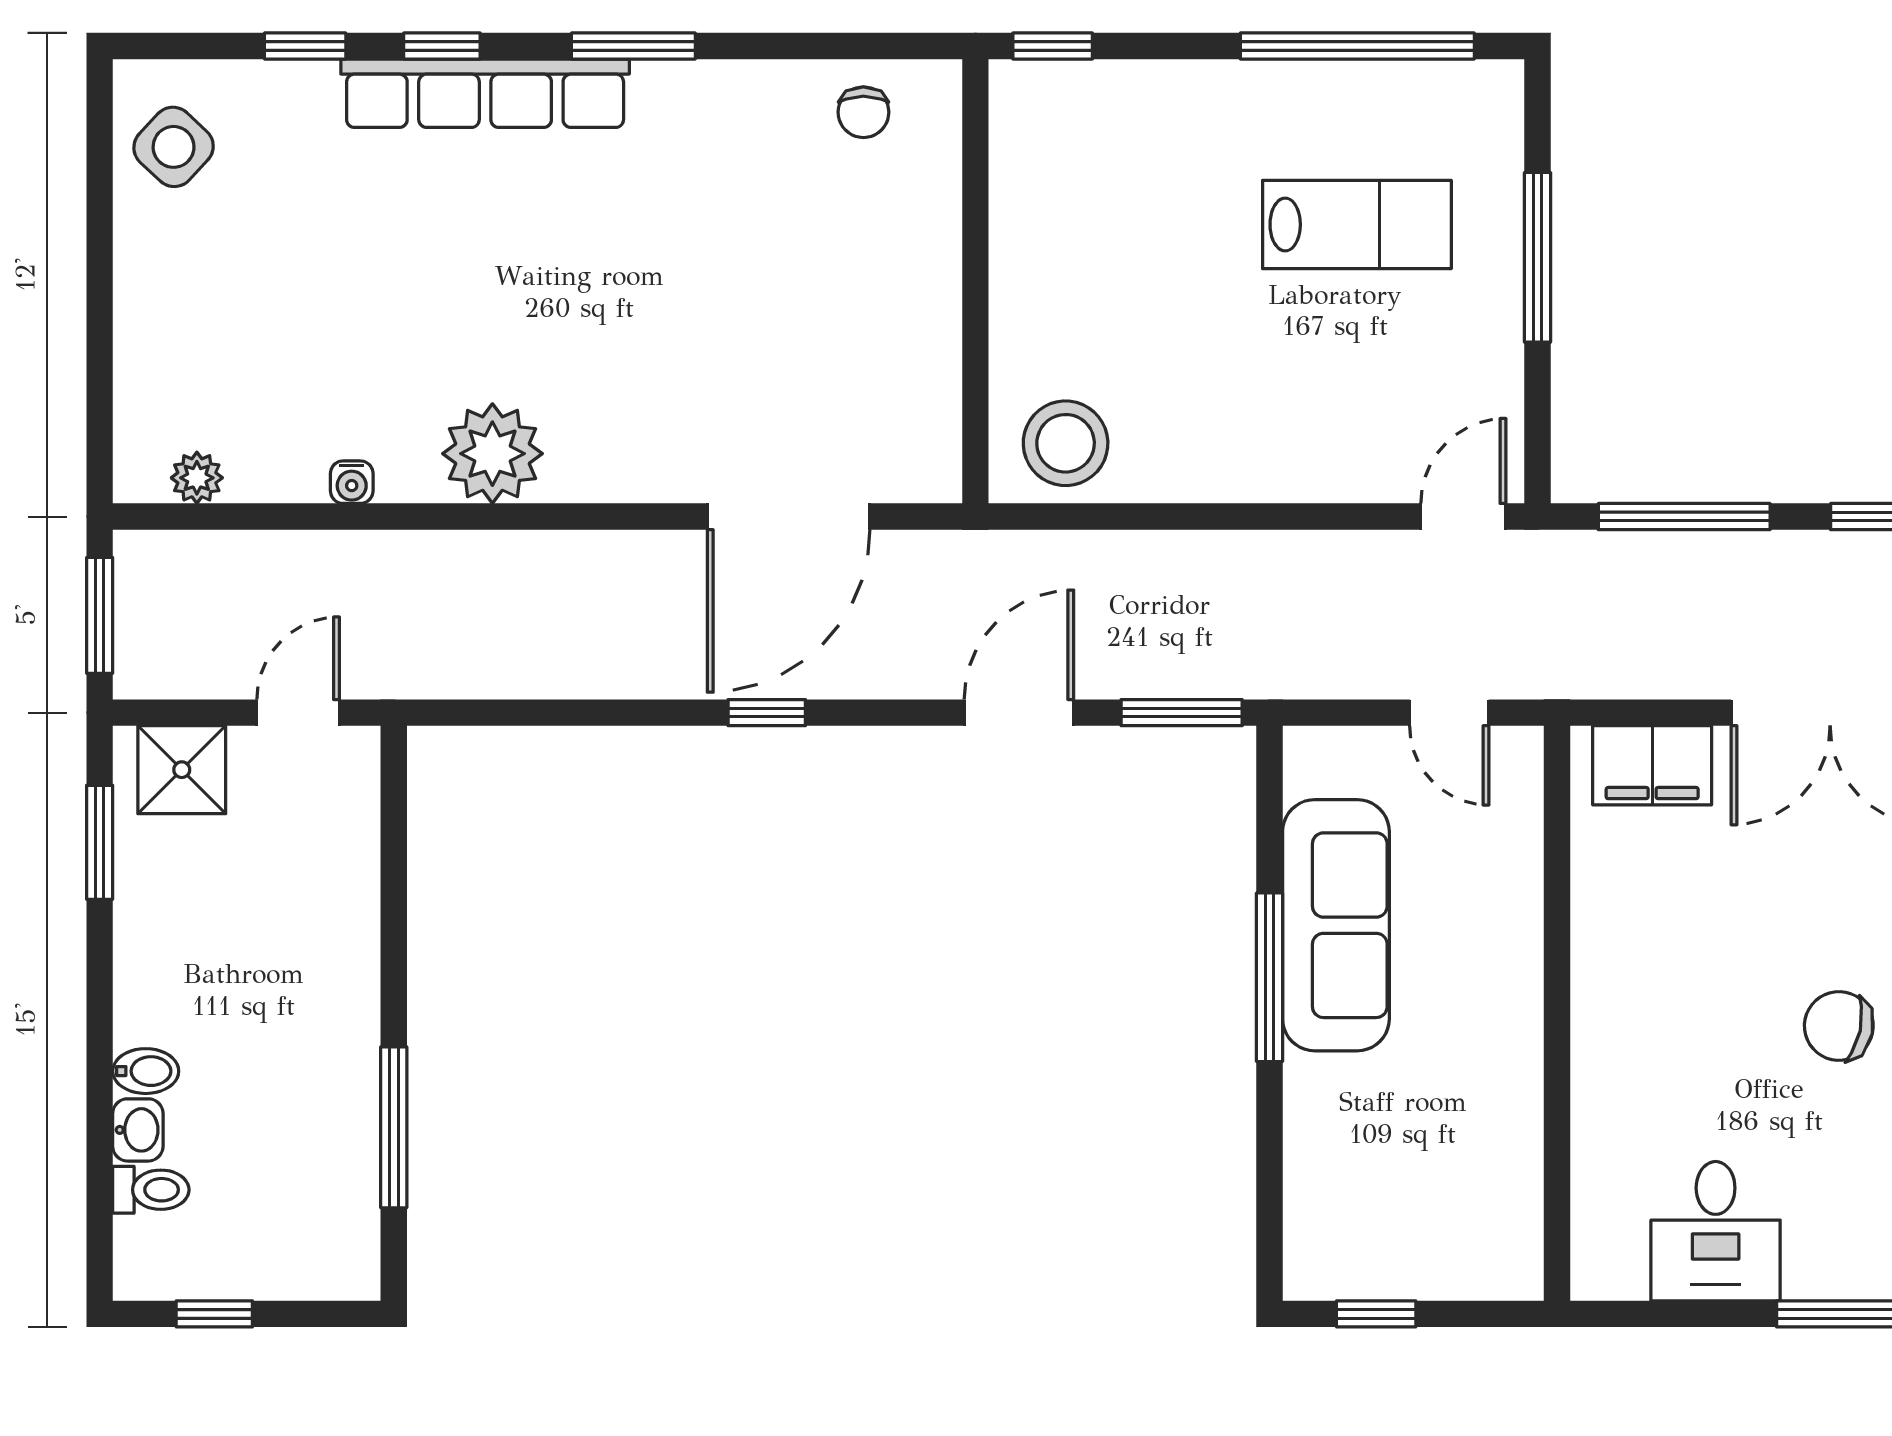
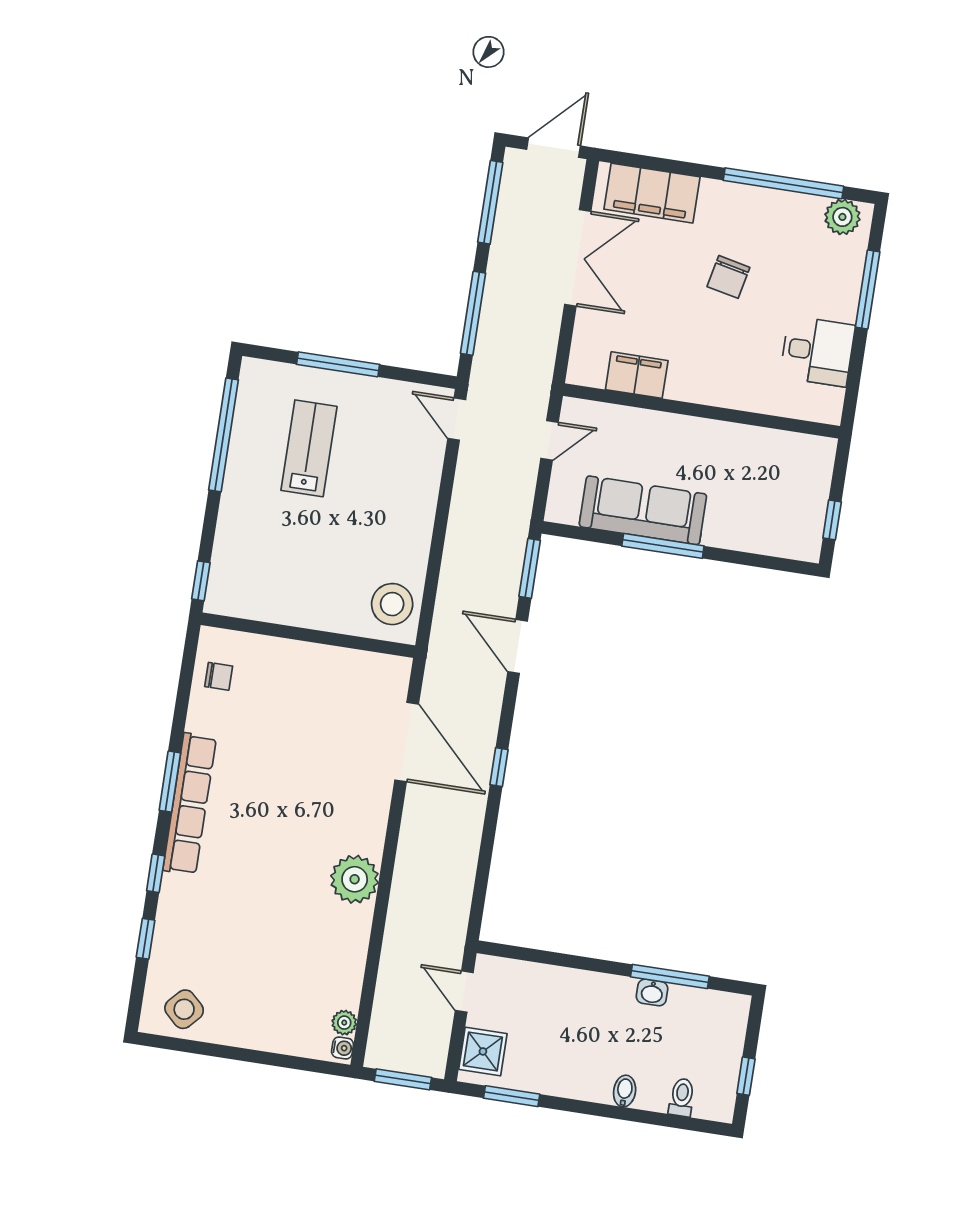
row of seats: (485, 93) -> (190, 804), moved
water cooler: (352, 482) -> (342, 1048), moved
filing cabinet: (1652, 765) -> (637, 375), moved, turned -90
washbasin: (138, 1130) -> (652, 992), moved, turned 180

